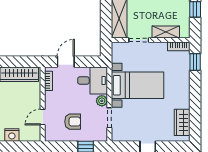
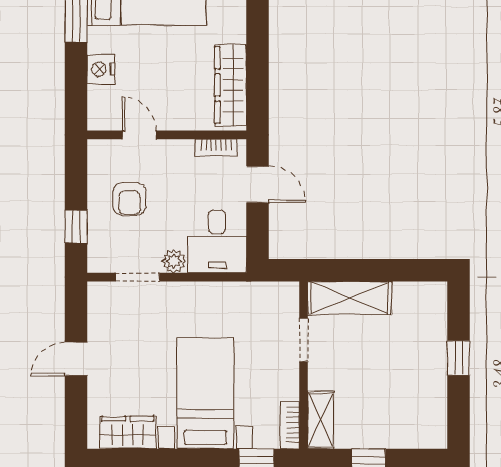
shelving: (166, 32) -> (321, 420), moved
bed with nightstands: (137, 85) -> (205, 393), moved, turned 180

